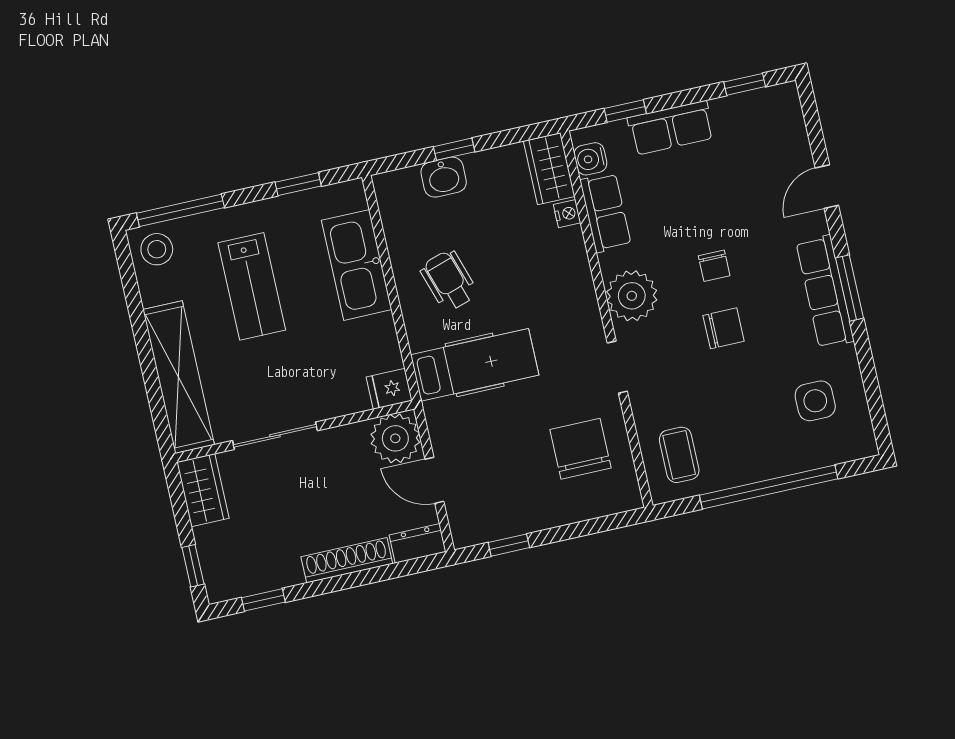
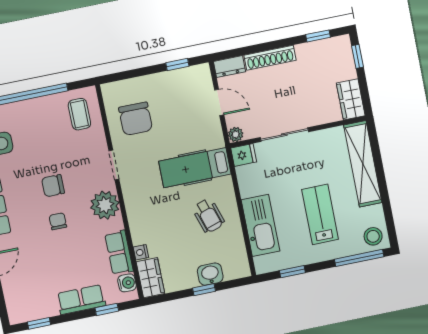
sliding door: (275, 436) -> (284, 135), moved
plant: (395, 438) -> (236, 134), width x0.53, depth x0.53

